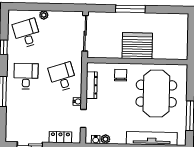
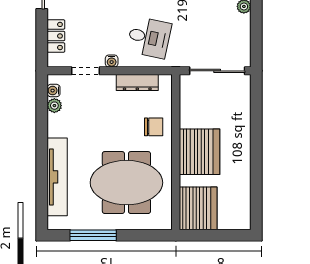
window: (130, 9) -> (256, 140), removed
server rack: (174, 47) -> (198, 208), added
desk: (63, 77) -> (149, 37), turned 30

